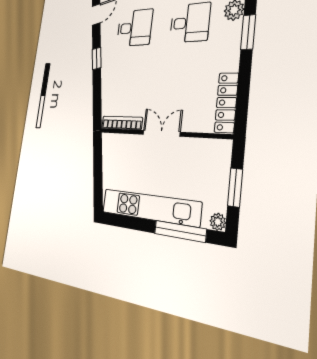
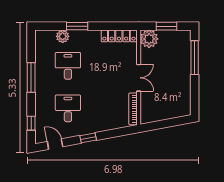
double door: (161, 133) -> (139, 78), swing flipped
kitchen unit: (150, 207) -> (184, 80), removed
plant: (218, 222) -> (149, 39), moved, width x1.88, depth x1.88

